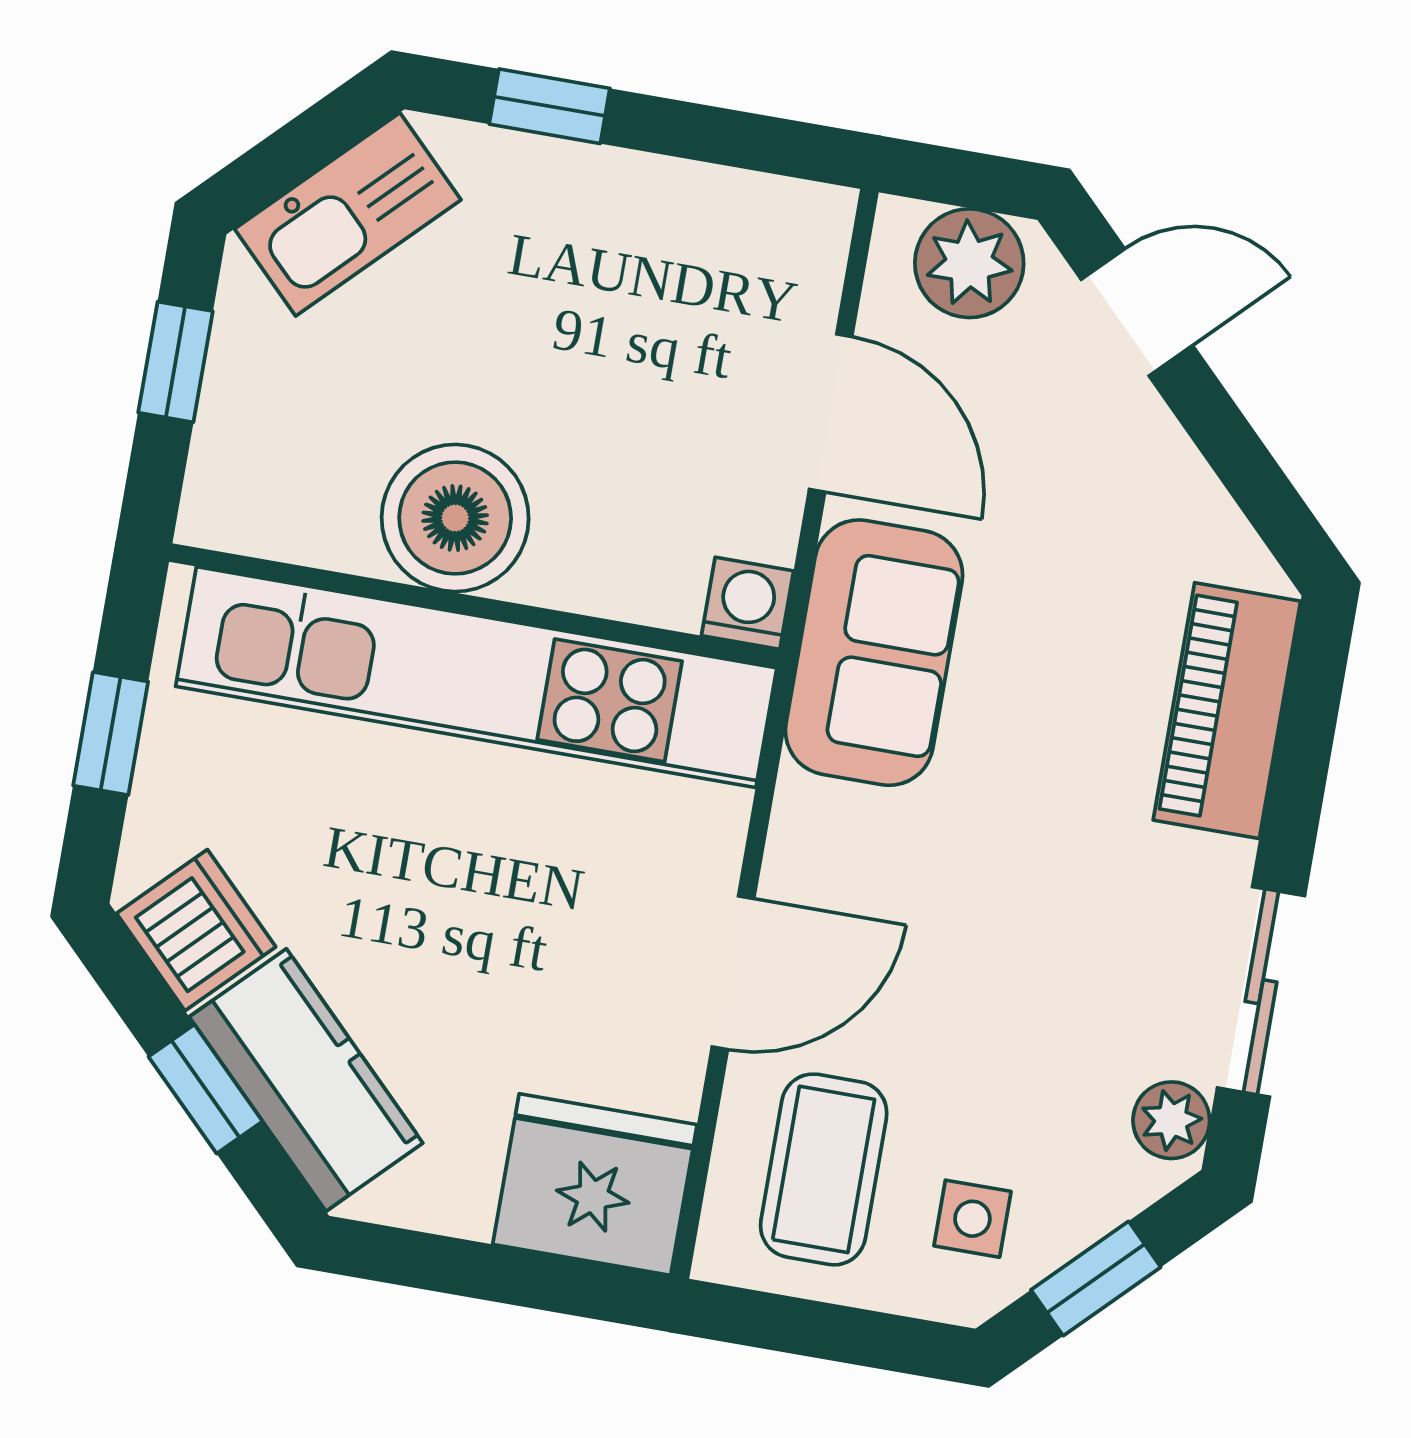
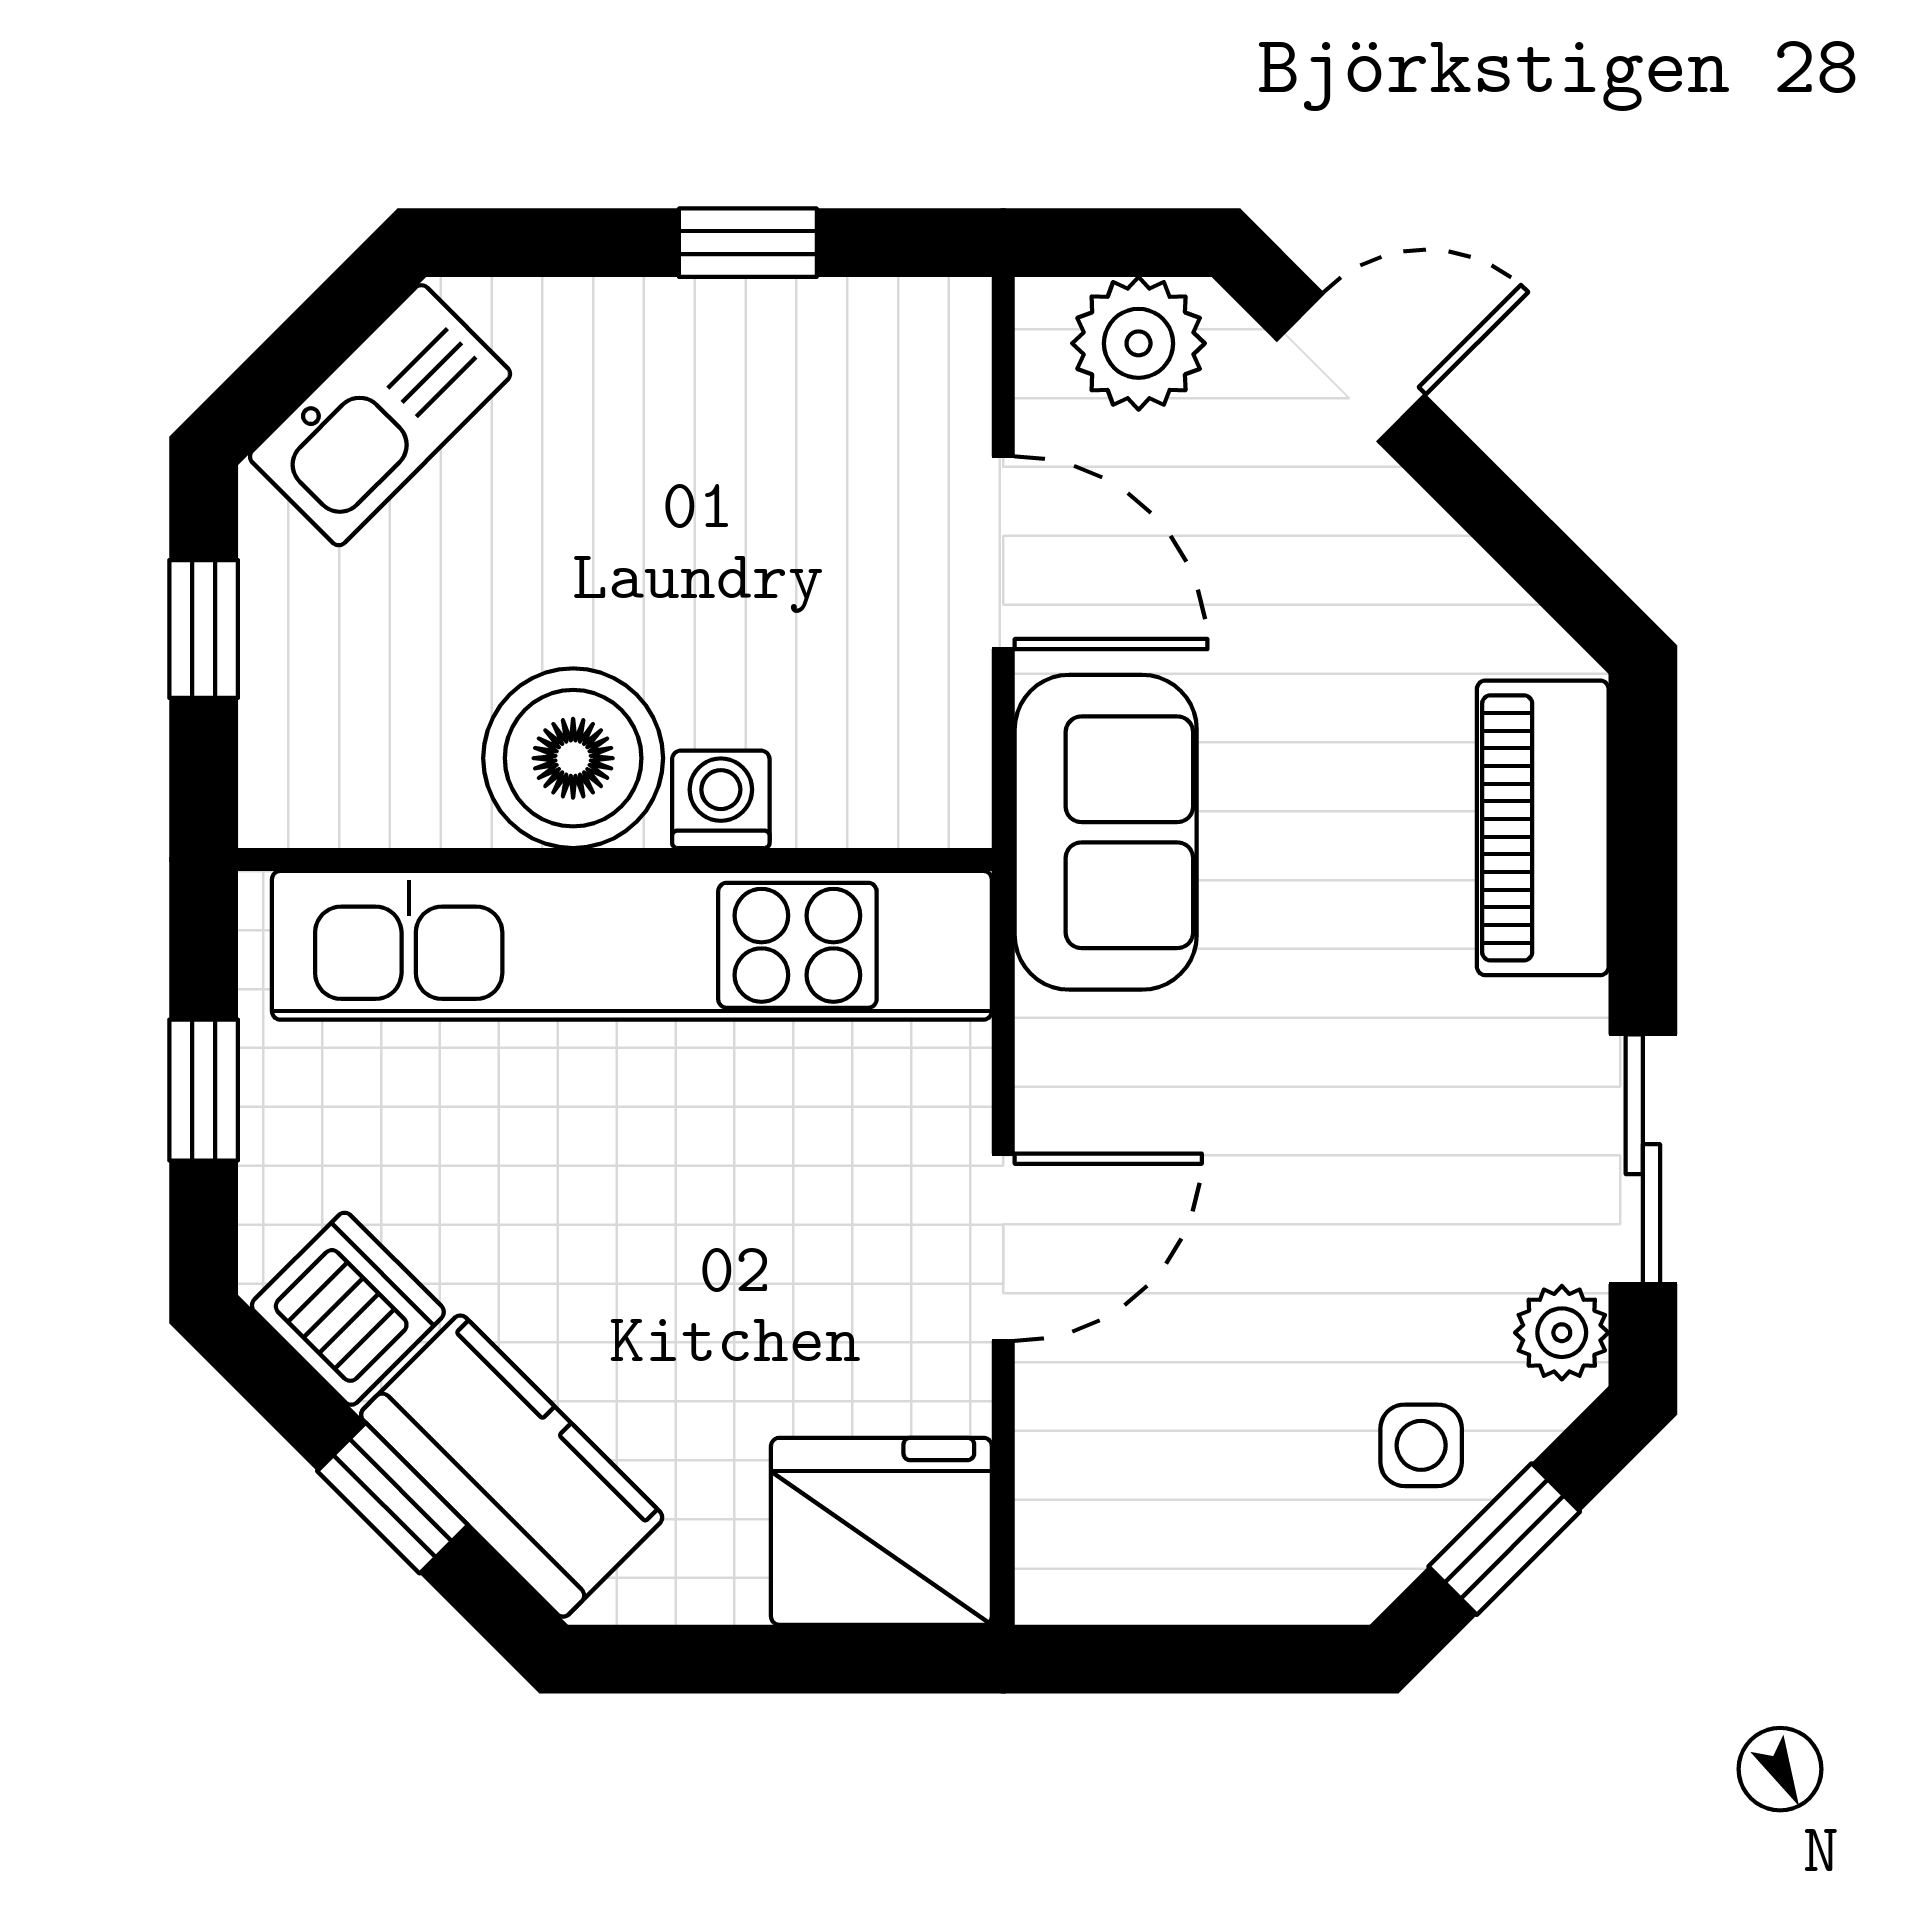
window: (550, 106) -> (748, 243), moved
washing machine: (748, 603) -> (721, 799), moved
coffee table: (824, 1169) -> (1154, 1465), removed
side table: (972, 1219) -> (1421, 1445), moved

